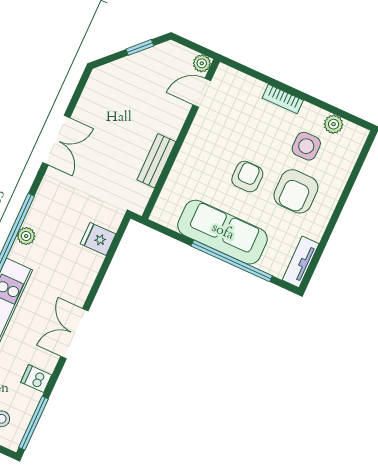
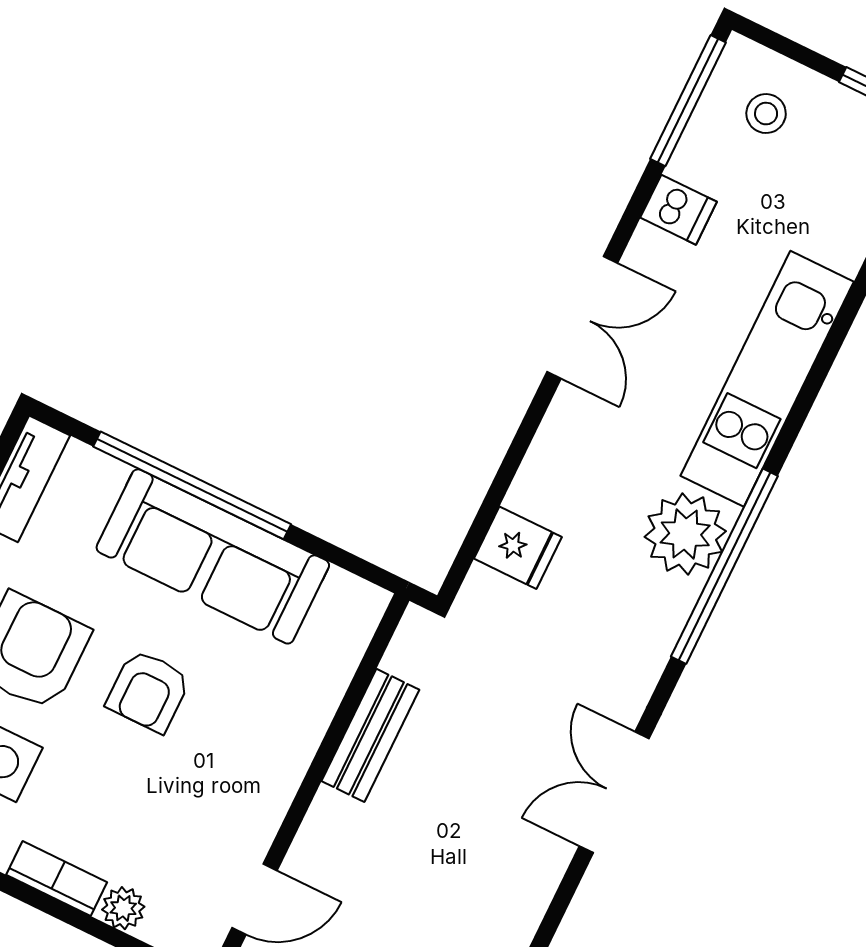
plant: (255, 88) -> (123, 908), added
plant: (26, 236) -> (685, 534), width x1.88, depth x1.88

